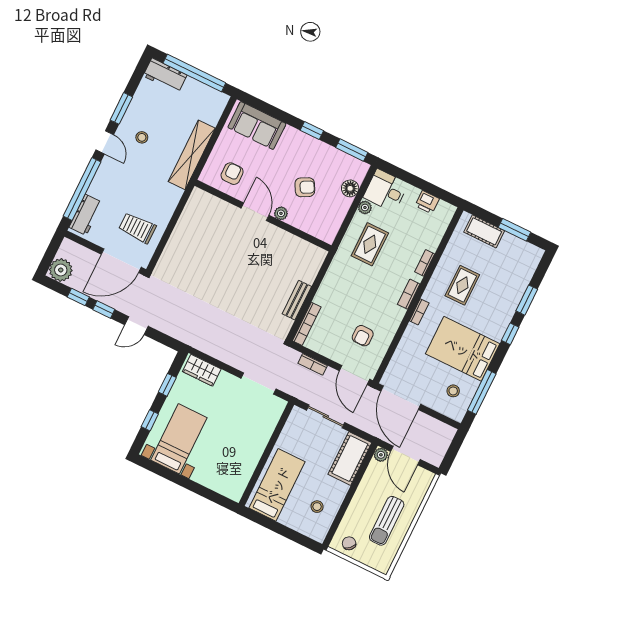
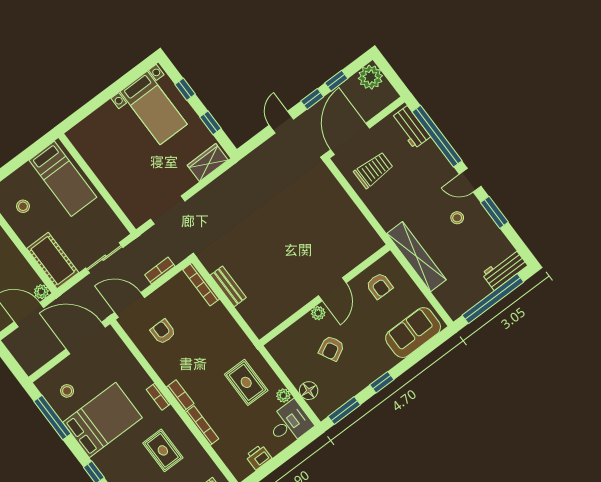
door: (255, 212) -> (332, 289), hinge flipped
bookcase: (425, 263) -> (202, 425), width x1.56

